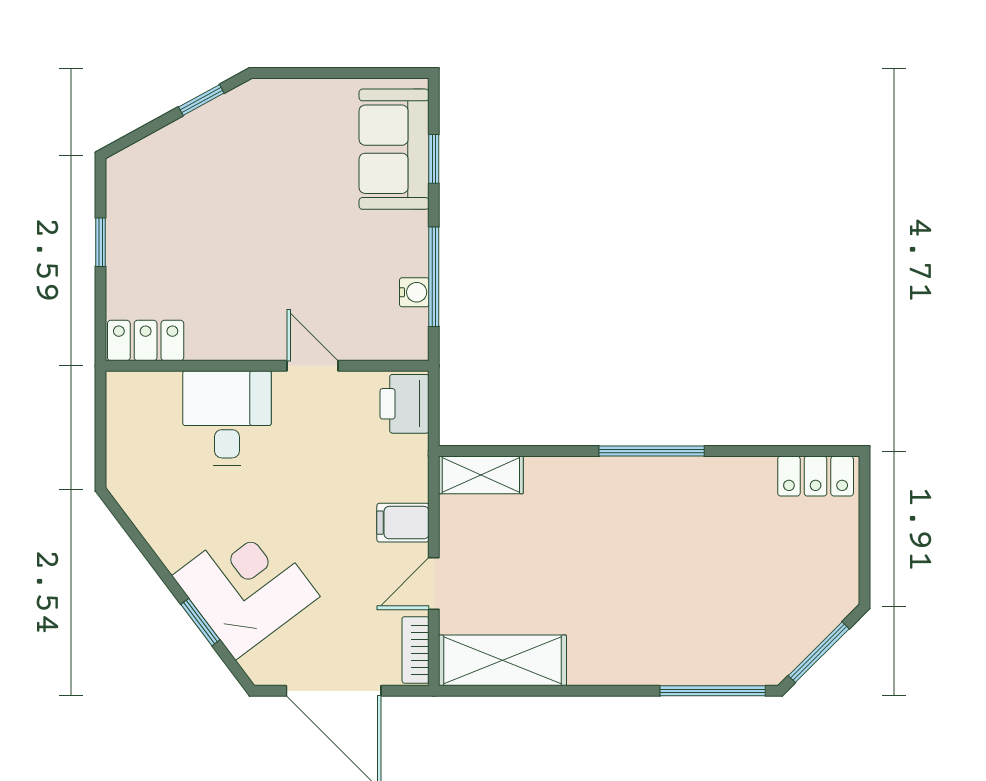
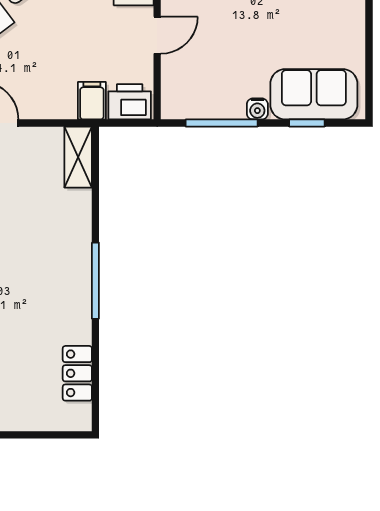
water cooler: (414, 292) -> (257, 109), moved
locker: (816, 476) -> (77, 373), moved
filing cabinet: (403, 523) -> (92, 101), moved

